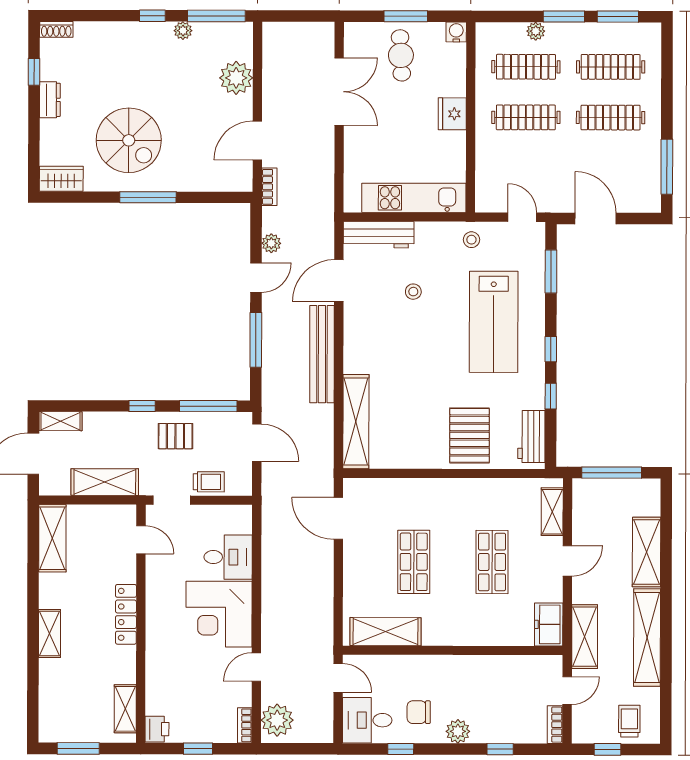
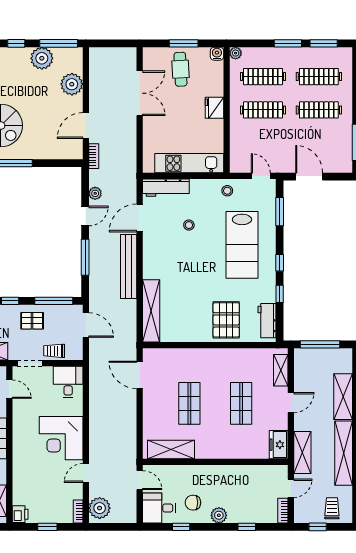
plant: (183, 31) -> (42, 58), width x1.88, depth x1.88
plant: (536, 31) -> (236, 53), moved
trolley: (209, 482) -> (54, 351), turned 180
desk: (228, 557) -> (68, 382), moved, turned -90

